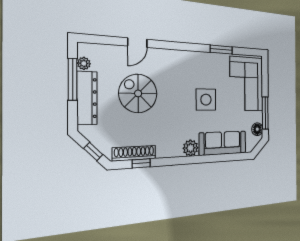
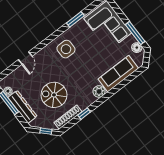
spiral stairs: (138, 93) -> (54, 95), moved
side table: (206, 100) -> (66, 49), moved
window: (141, 163) -> (84, 114), moved

